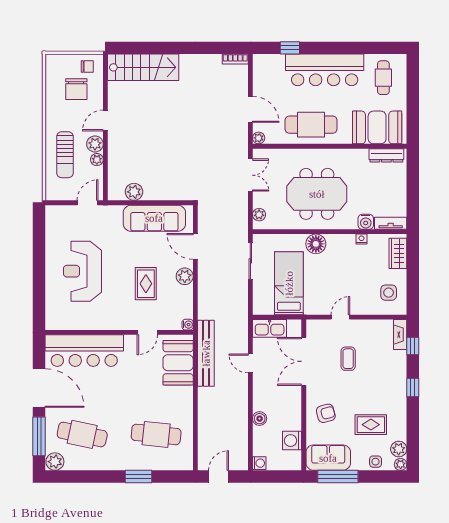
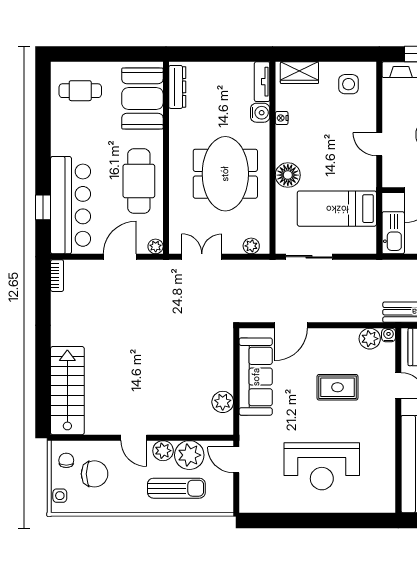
side table: (59, 61) -> (60, 496), added
bar counter: (325, 70) -> (71, 205), moved
plant: (97, 160) -> (189, 455), width x1.88, depth x1.88
plant: (185, 276) -> (370, 339), moved

